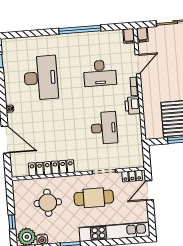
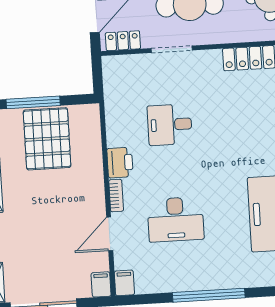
desk: (100, 73) -> (175, 219), turned 180
desk: (104, 128) -> (170, 125), width x0.73

